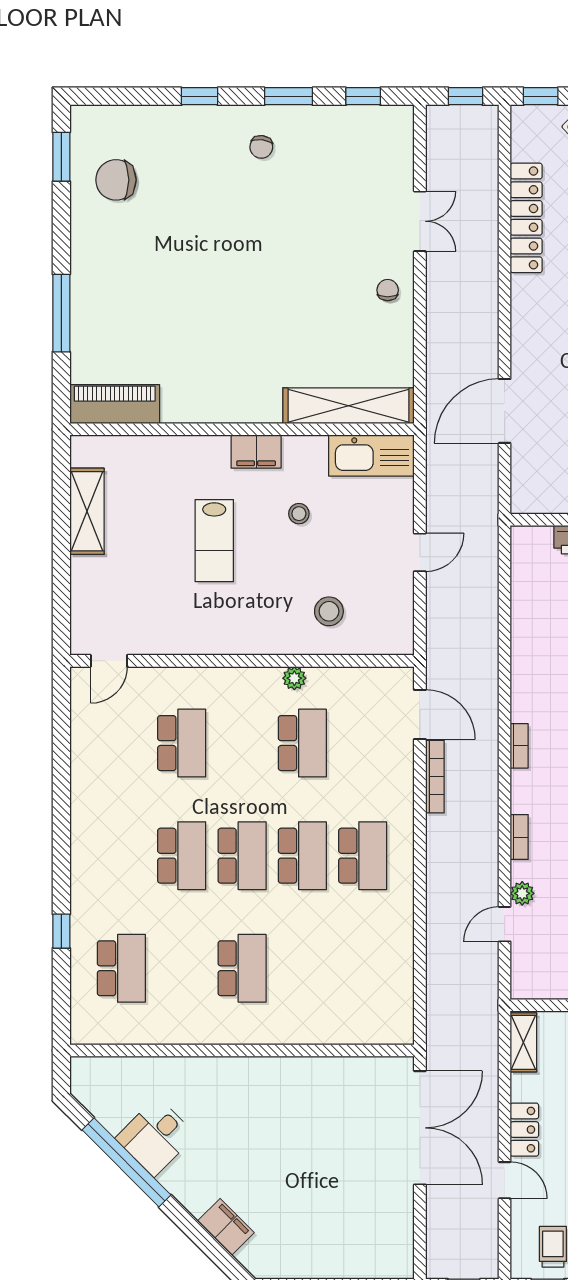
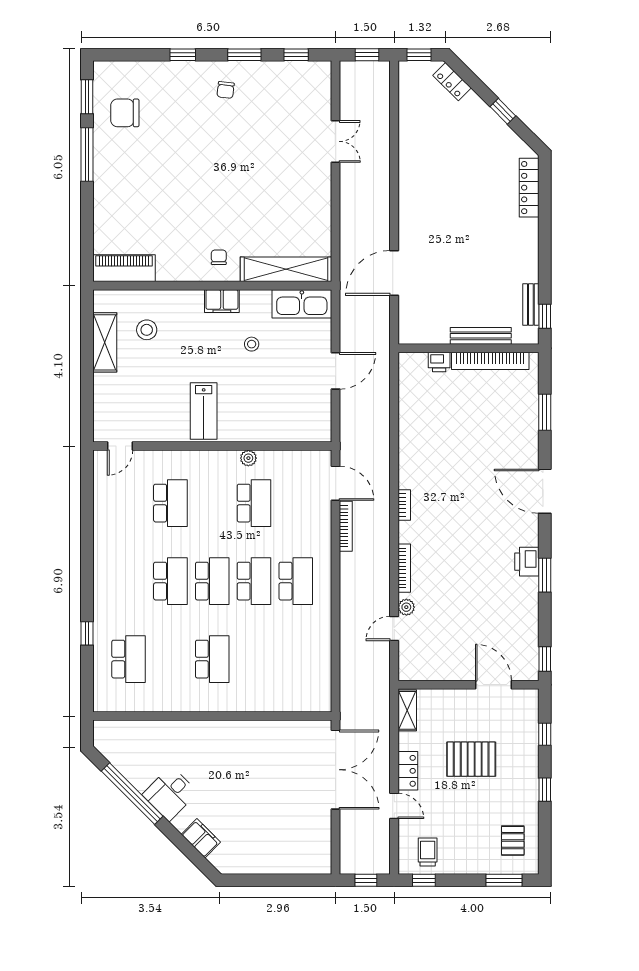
locker: (526, 218) -> (409, 139), removed
chair: (388, 290) -> (219, 257), moved
window: (61, 313) -> (87, 155), moved
lab bench: (214, 541) -> (204, 411), moved
door: (420, 552) -> (335, 371), width x1.38
stool: (329, 611) -> (147, 330), moved
bookcase: (519, 837) -> (404, 568), width x1.56
desk: (156, 1137) -> (170, 794), moved

